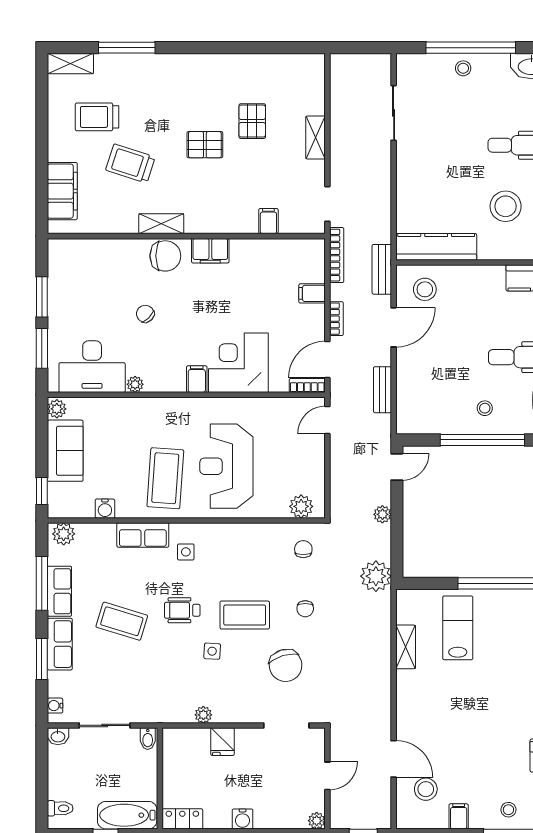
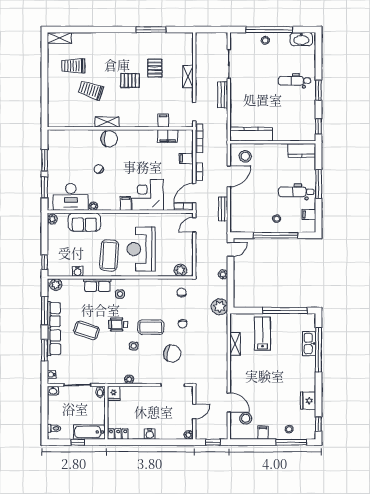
window: (127, 48) -> (151, 30), moved
filing cabinet: (62, 191) -> (55, 105), removed
stool: (506, 206) -> (288, 113), removed
filing cabinet: (210, 251) -> (168, 136), moved
bench: (382, 269) -> (223, 95), moved
sofa: (65, 451) -> (84, 222), moved, turned 90
chair: (286, 665) -> (172, 354), turned -64
fridge: (222, 742) -> (114, 393), moved

